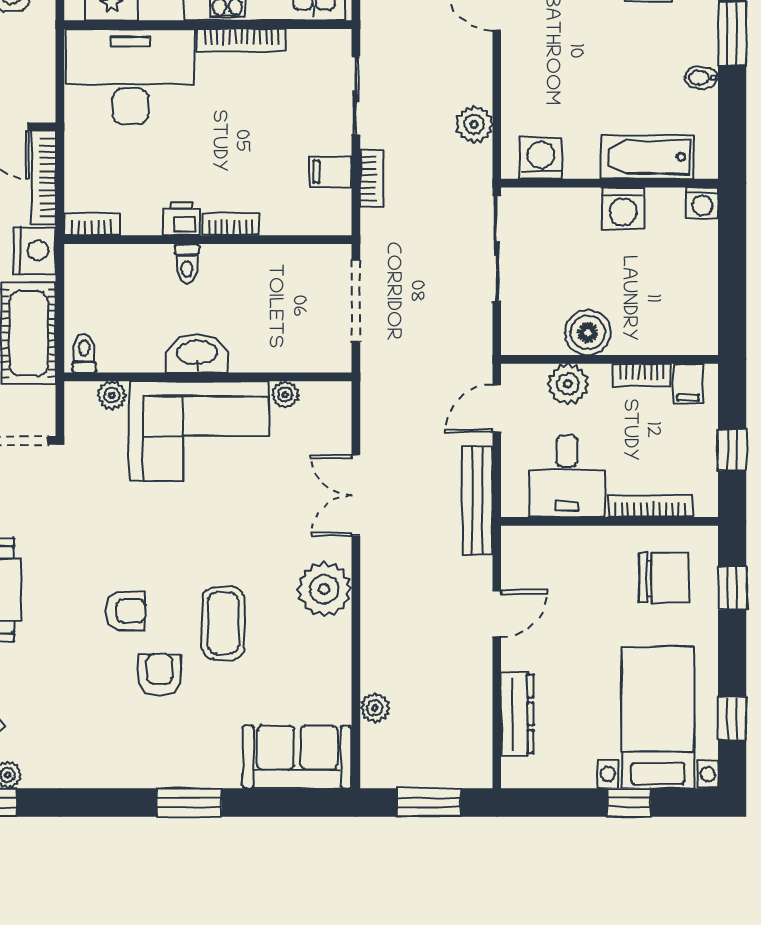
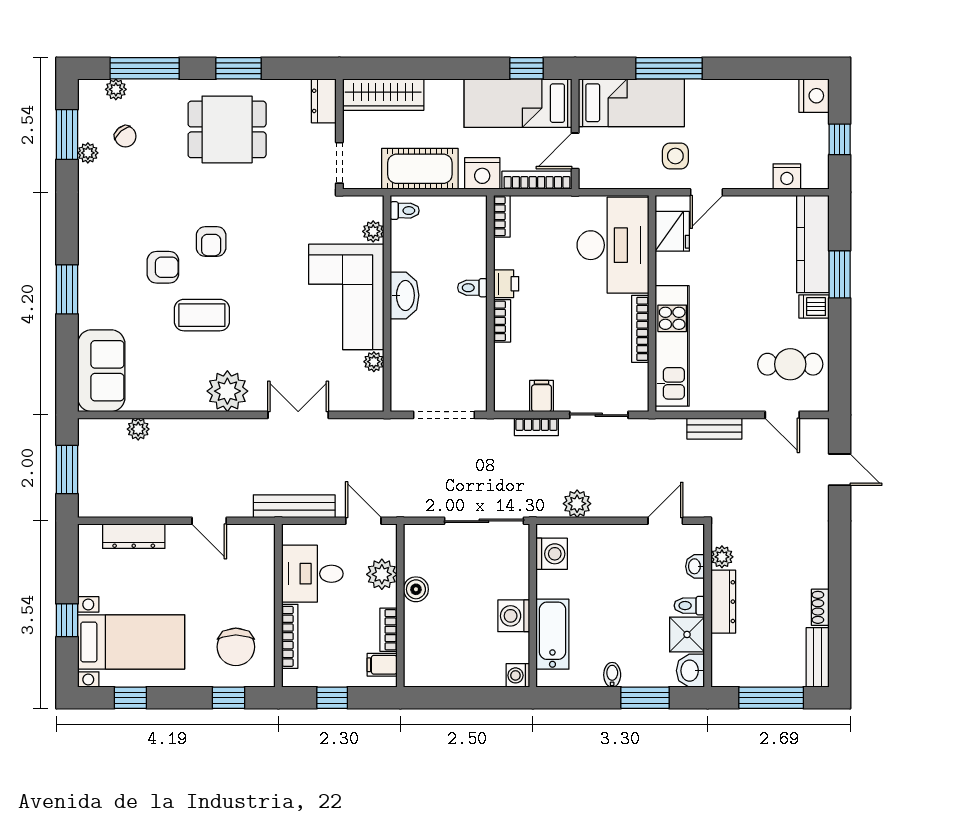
boiler: (588, 333) -> (416, 589), width x0.73, depth x0.73

